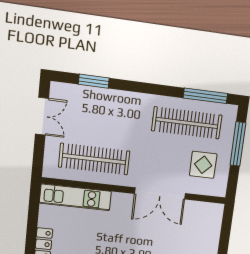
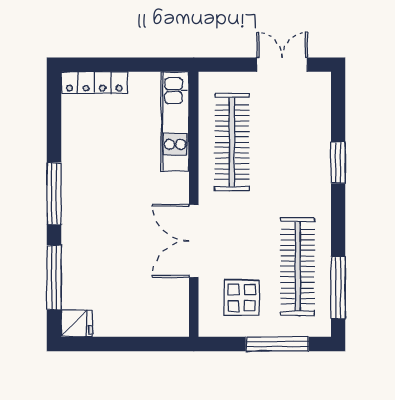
window: (94, 81) -> (338, 163), moved
double door: (42, 116) -> (282, 65), swing flipped

